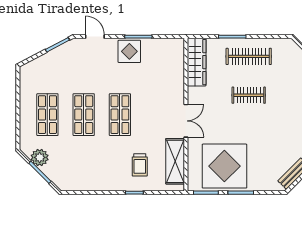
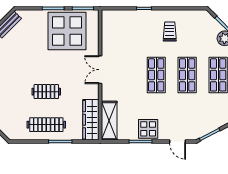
shelving: (175, 161) -> (109, 121), moved
trolley: (140, 165) -> (170, 32), moved

